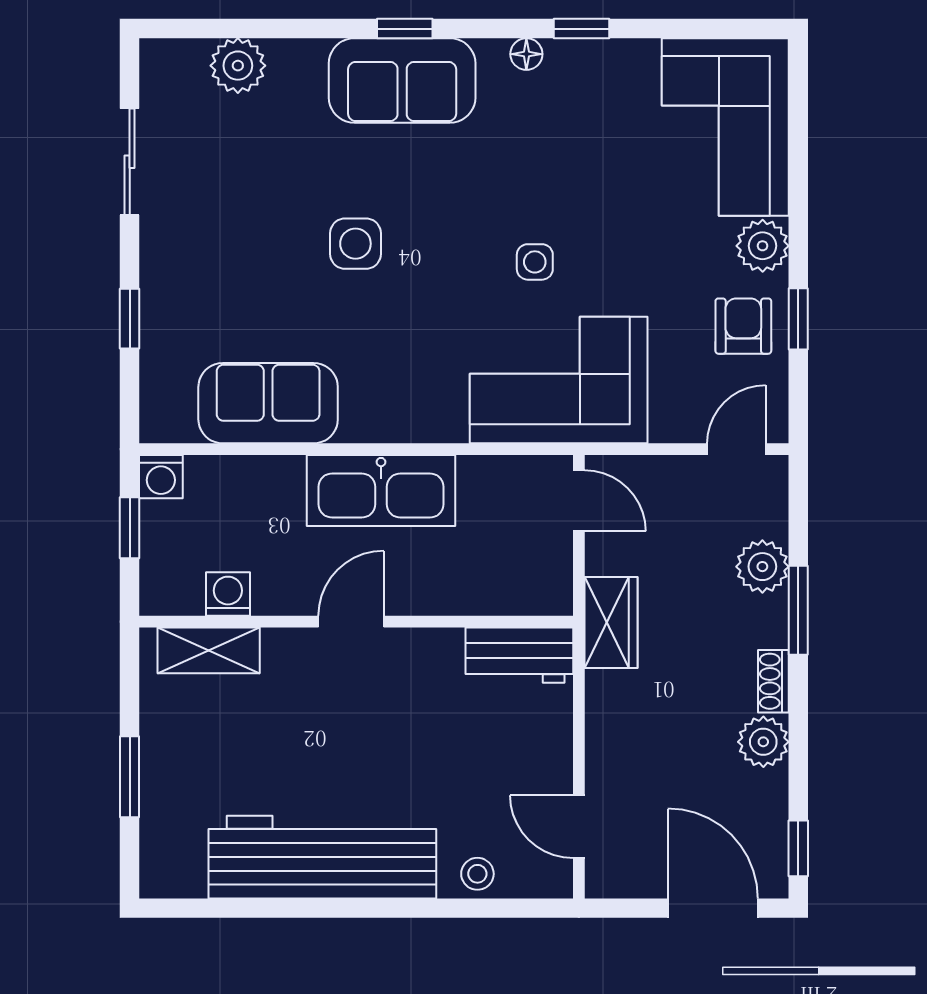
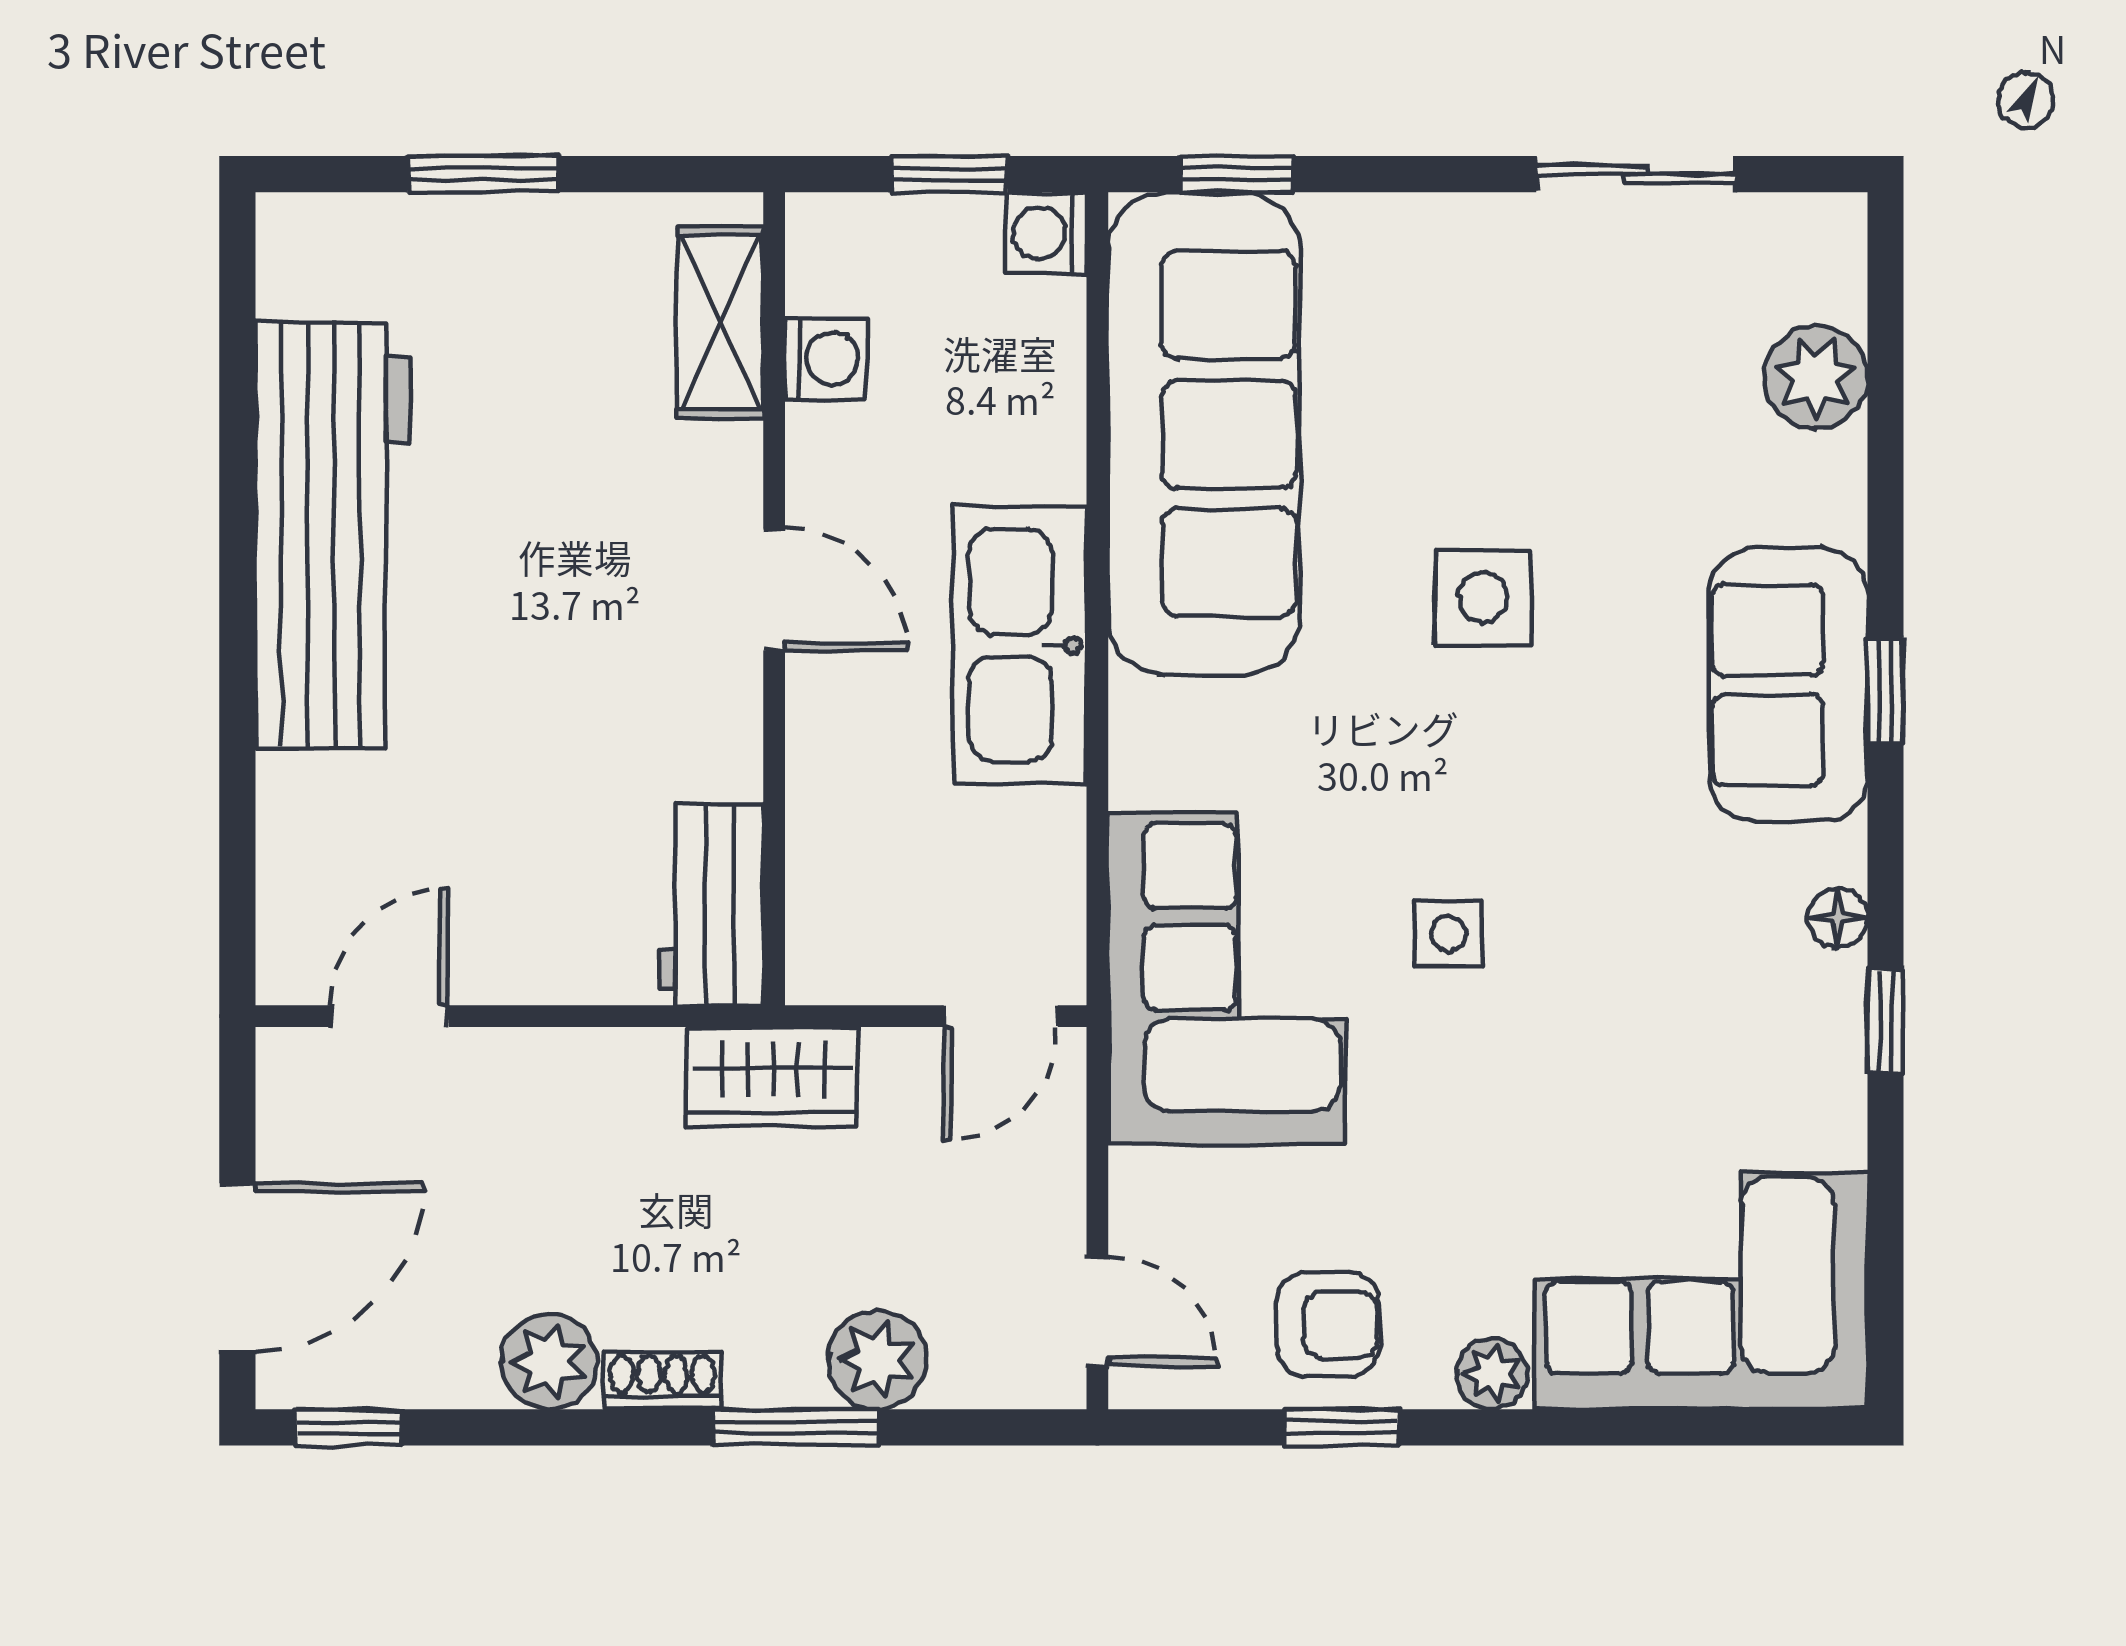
plant: (763, 246) -> (1492, 1374), width x0.73, depth x0.73
window: (130, 319) -> (1237, 174), moved
sofa: (268, 403) -> (1204, 434), width x1.85, depth x1.27
stool: (477, 874) -> (302, 826), removed

